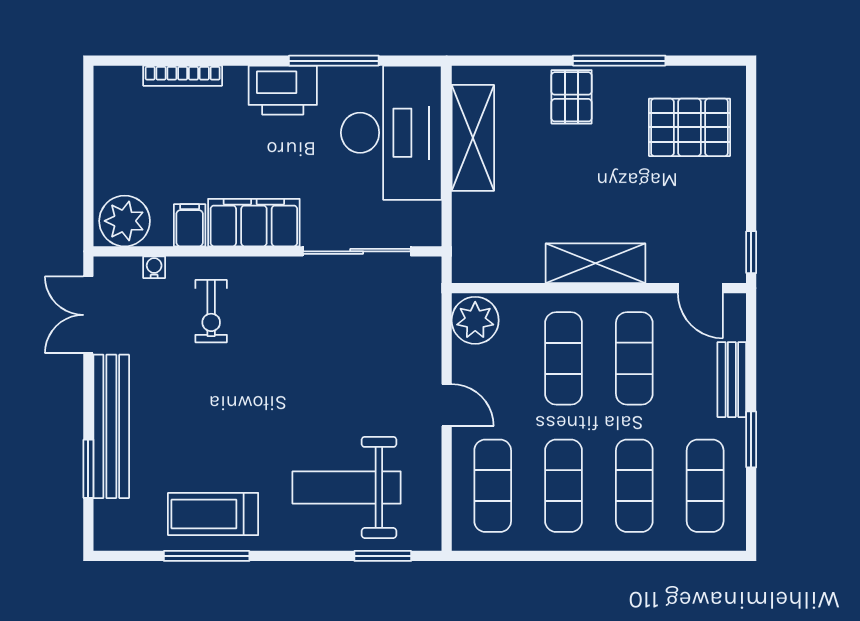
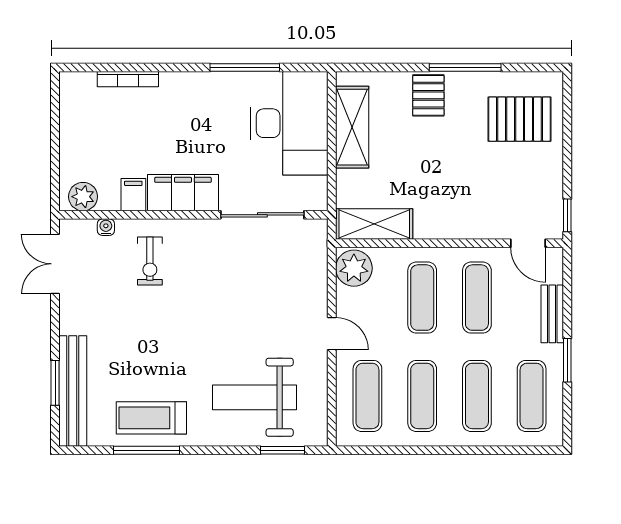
printer: (283, 90) -> (205, 90), removed
plant: (125, 221) -> (83, 197), width x0.73, depth x0.73
shelving: (596, 263) -> (374, 224), moved
bench: (111, 426) -> (73, 391), moved

